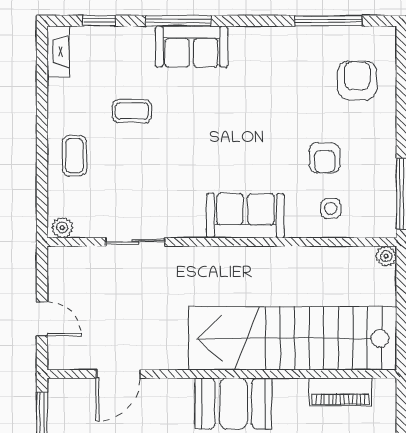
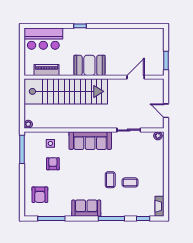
sofa: (191, 47) -> (86, 208), moved
coffee table: (74, 156) -> (110, 180), moved
sofa: (245, 216) -> (90, 141), width x1.36
door: (42, 319) -> (166, 111), moved

